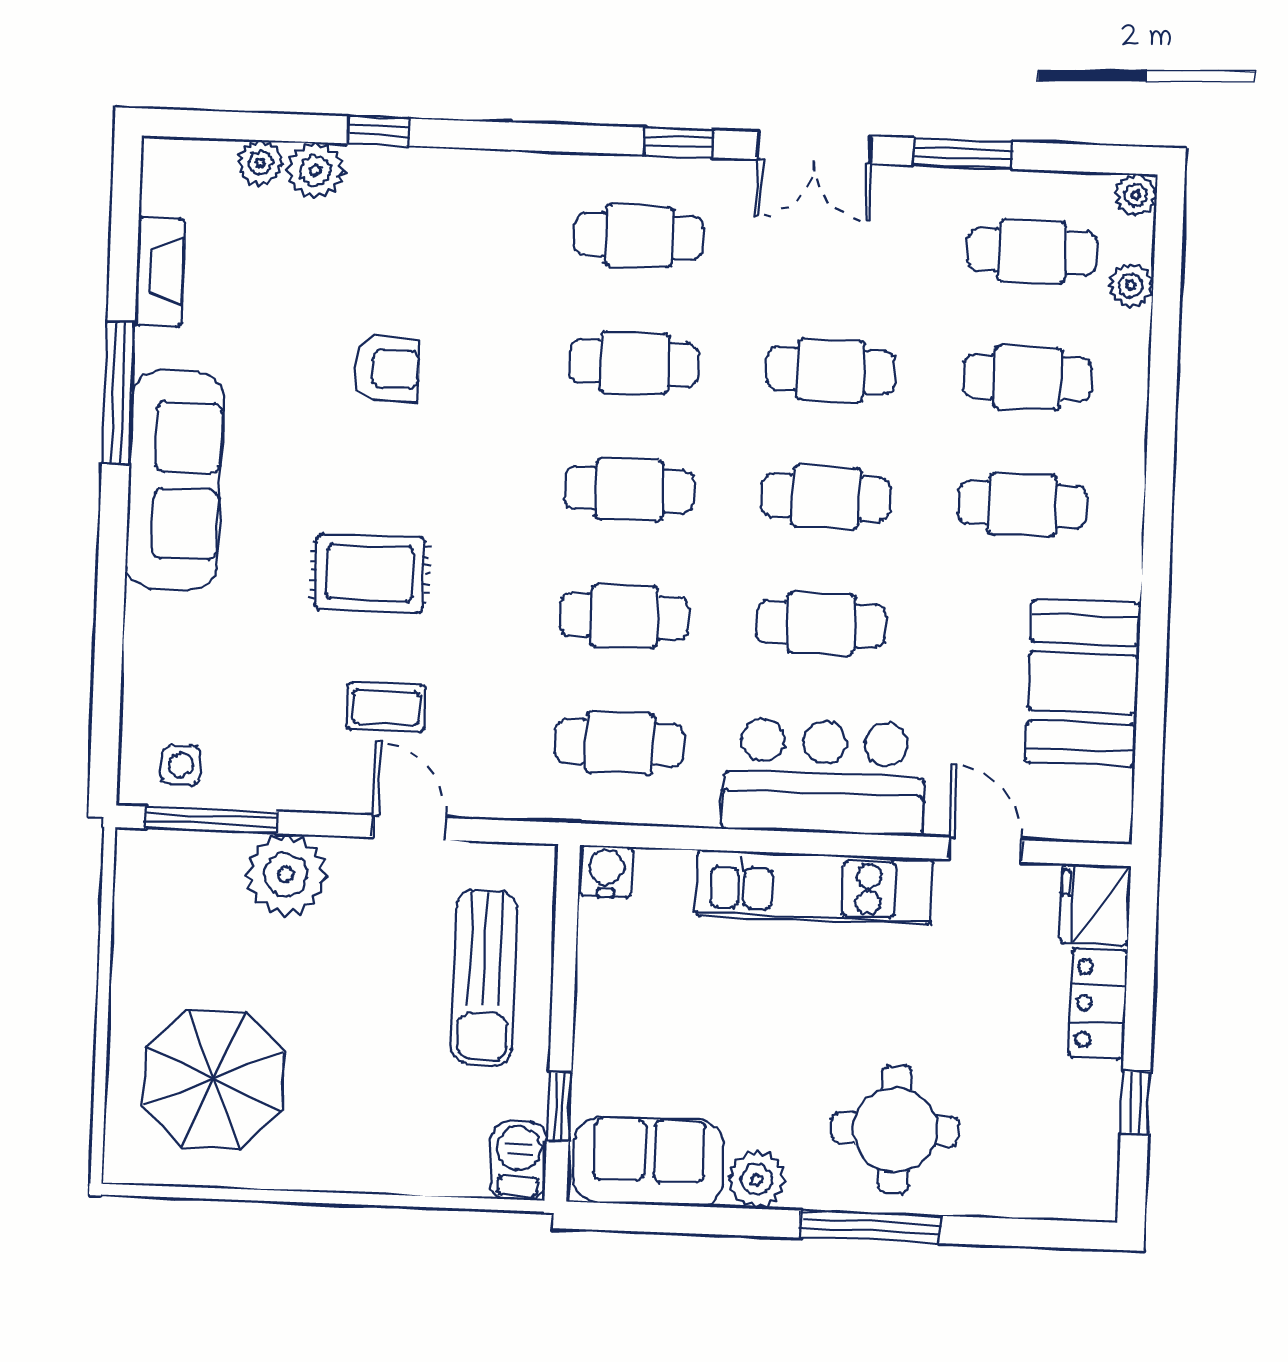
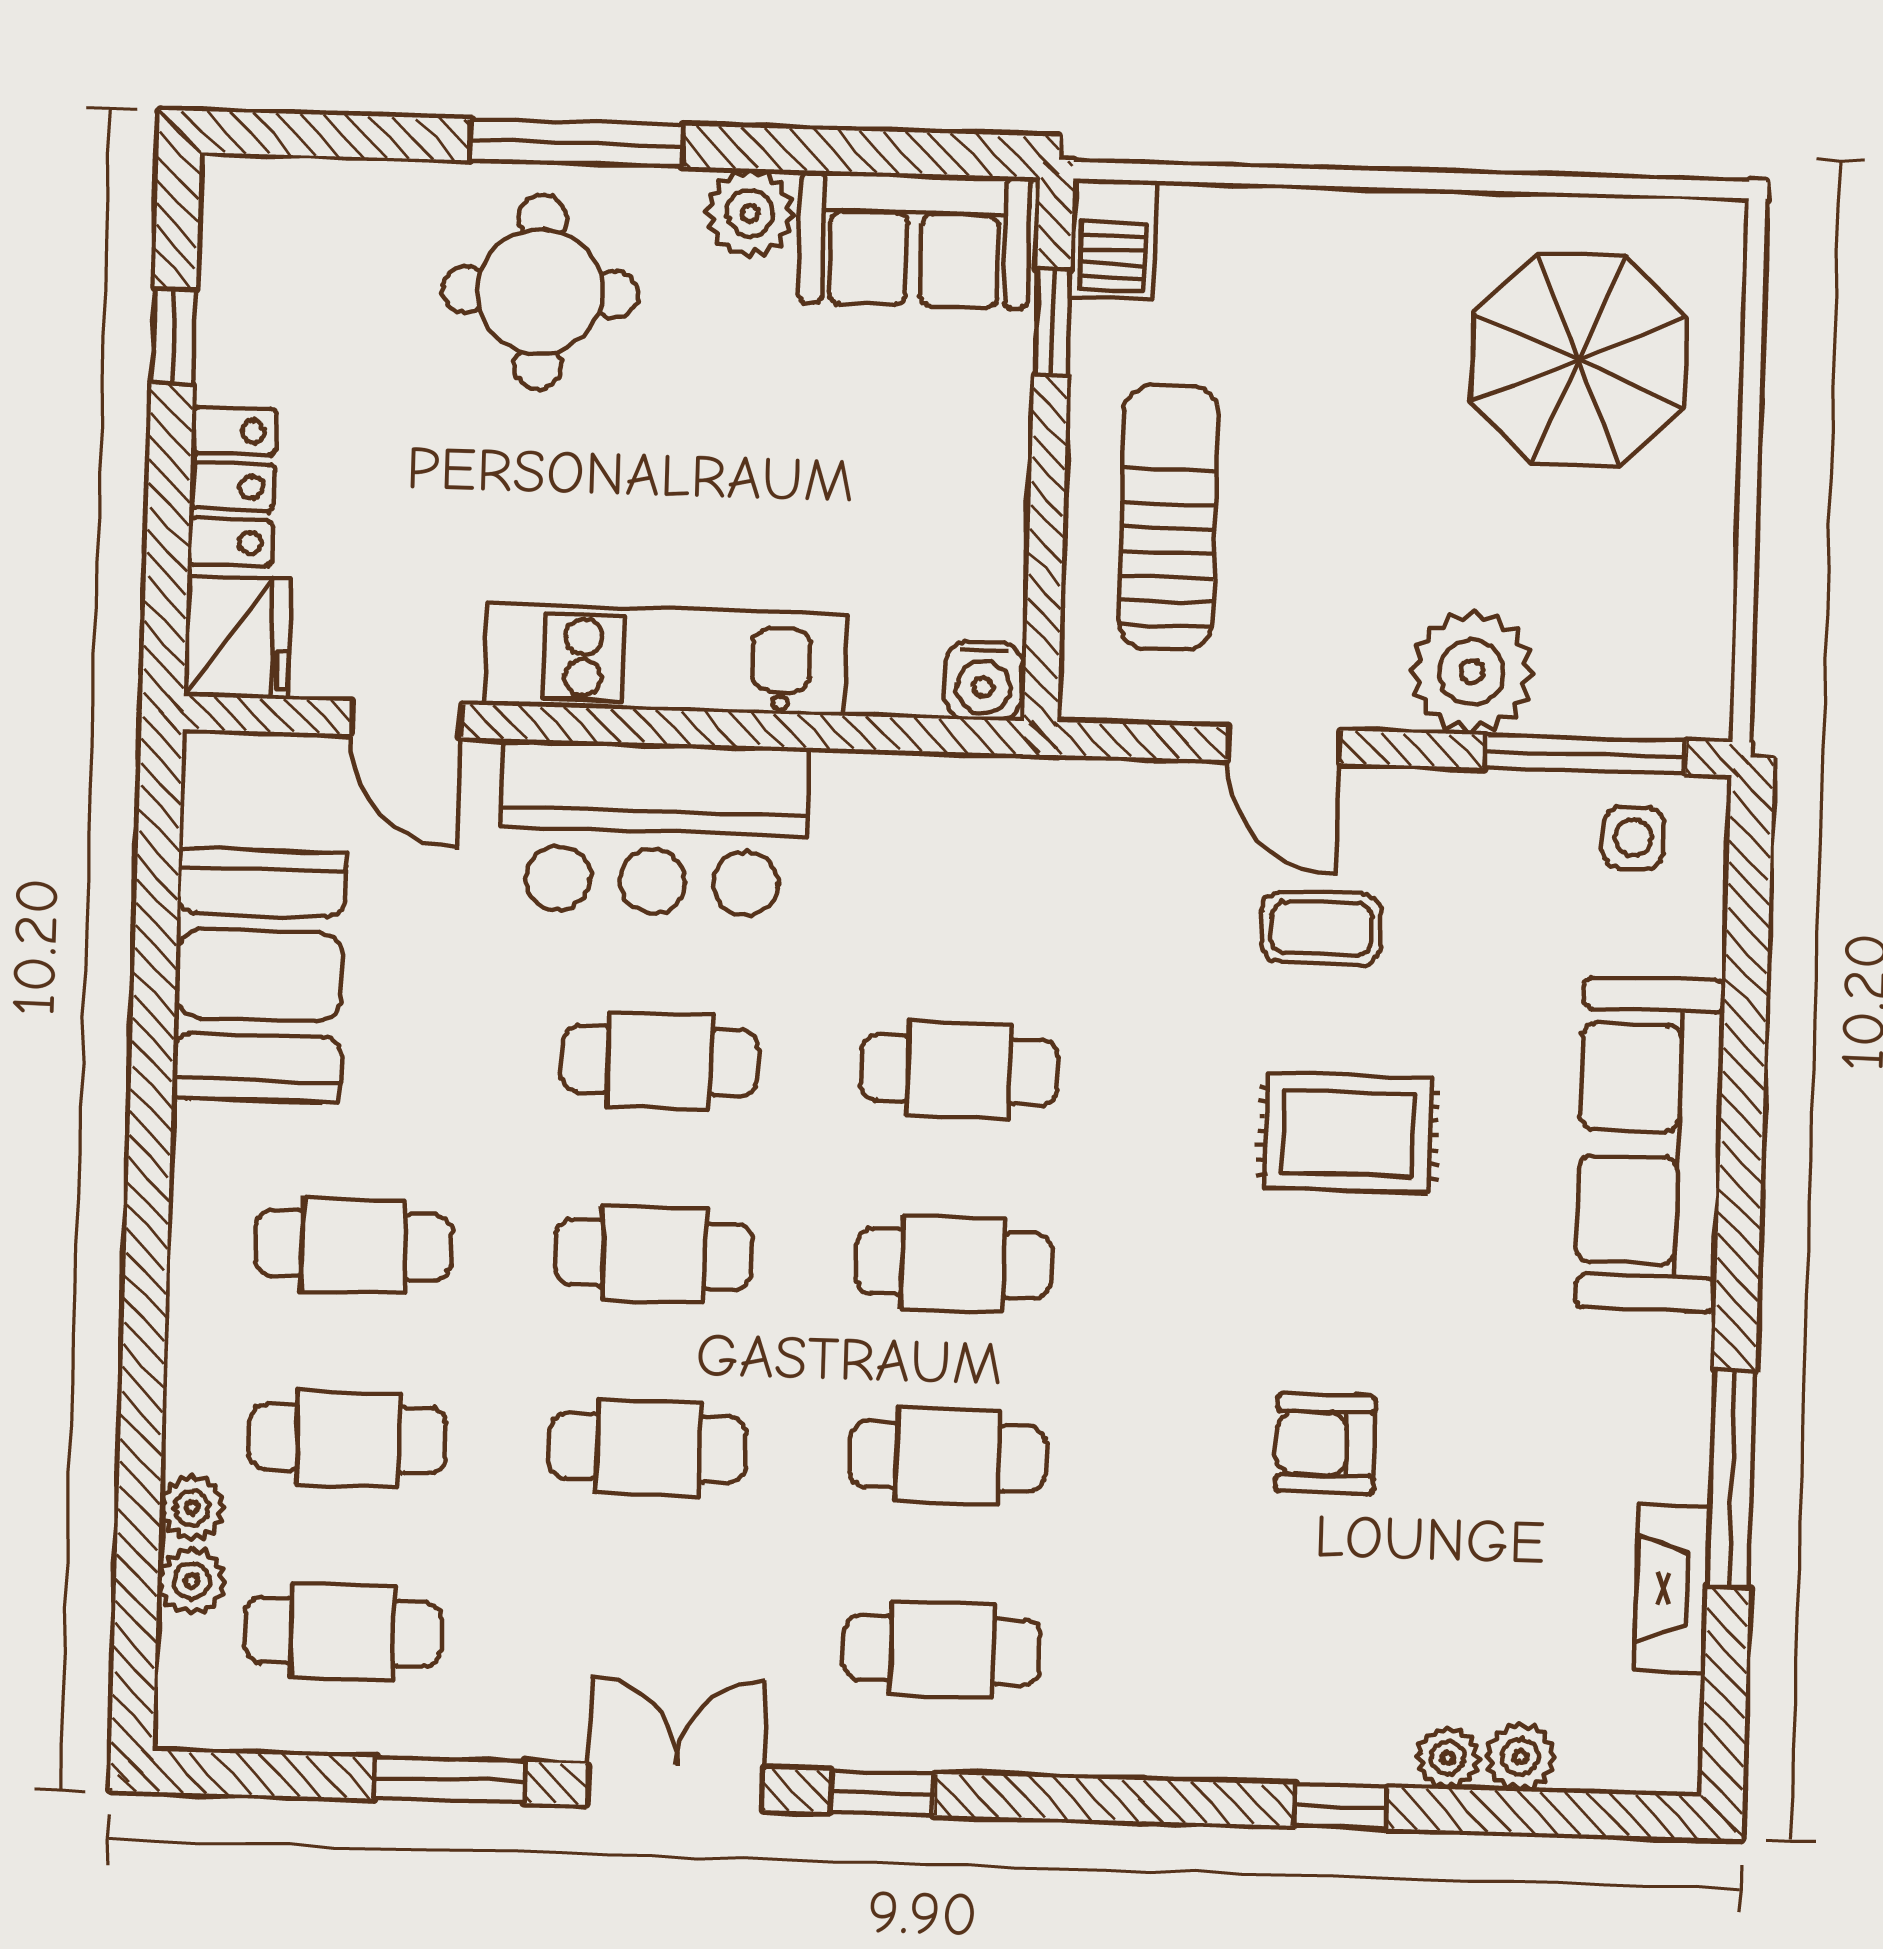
plant: (315, 170) -> (1448, 1758), width x0.73, depth x0.73
plant: (1136, 195) -> (192, 1508), moved
window: (118, 393) -> (1731, 1479), moved
sofa: (175, 480) -> (1650, 1144), moved
cafe table: (620, 743) -> (965, 877), removed

